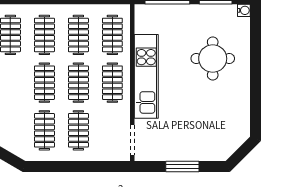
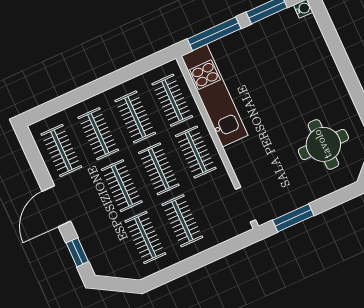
round table: (213, 59) -> (323, 144), moved
kitchen unit: (146, 76) -> (214, 96), moved
window: (182, 167) -> (293, 218), moved

